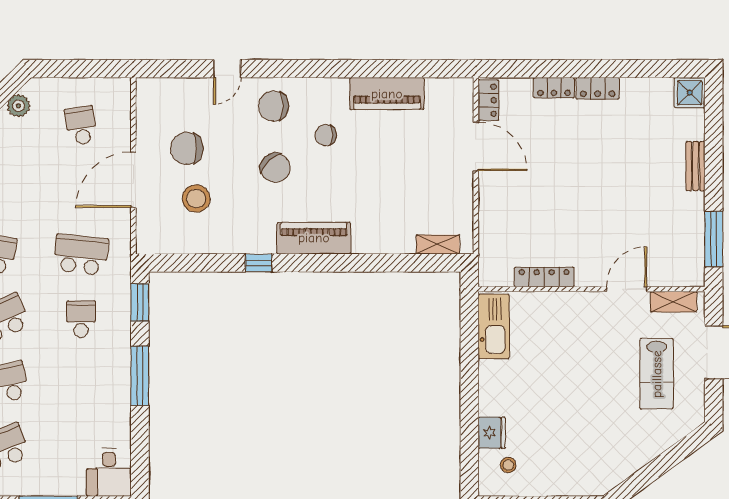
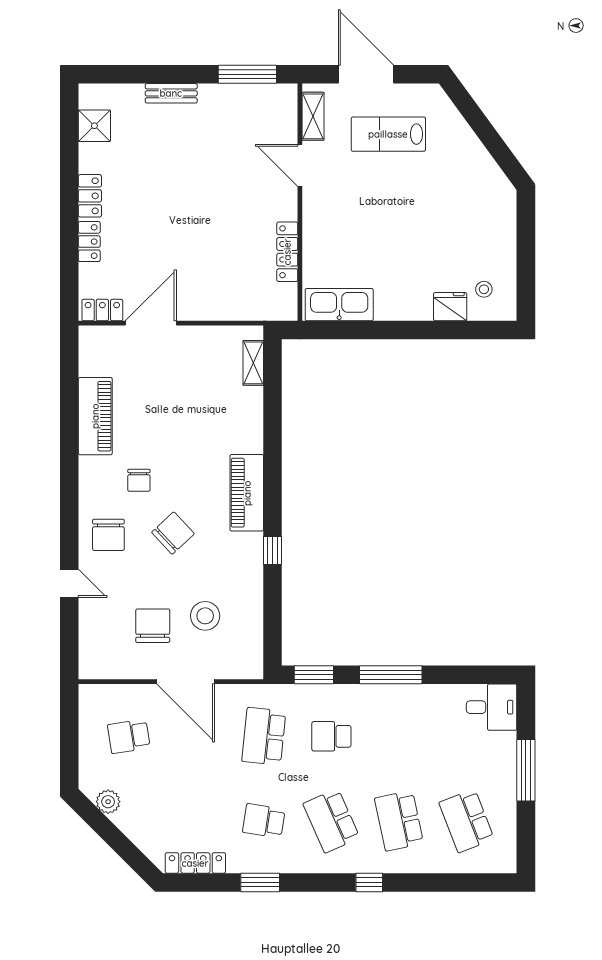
shower: (690, 93) -> (94, 126), moved
chair: (187, 148) -> (153, 626), turned 180
lab bench: (657, 374) -> (388, 134), turned 180

